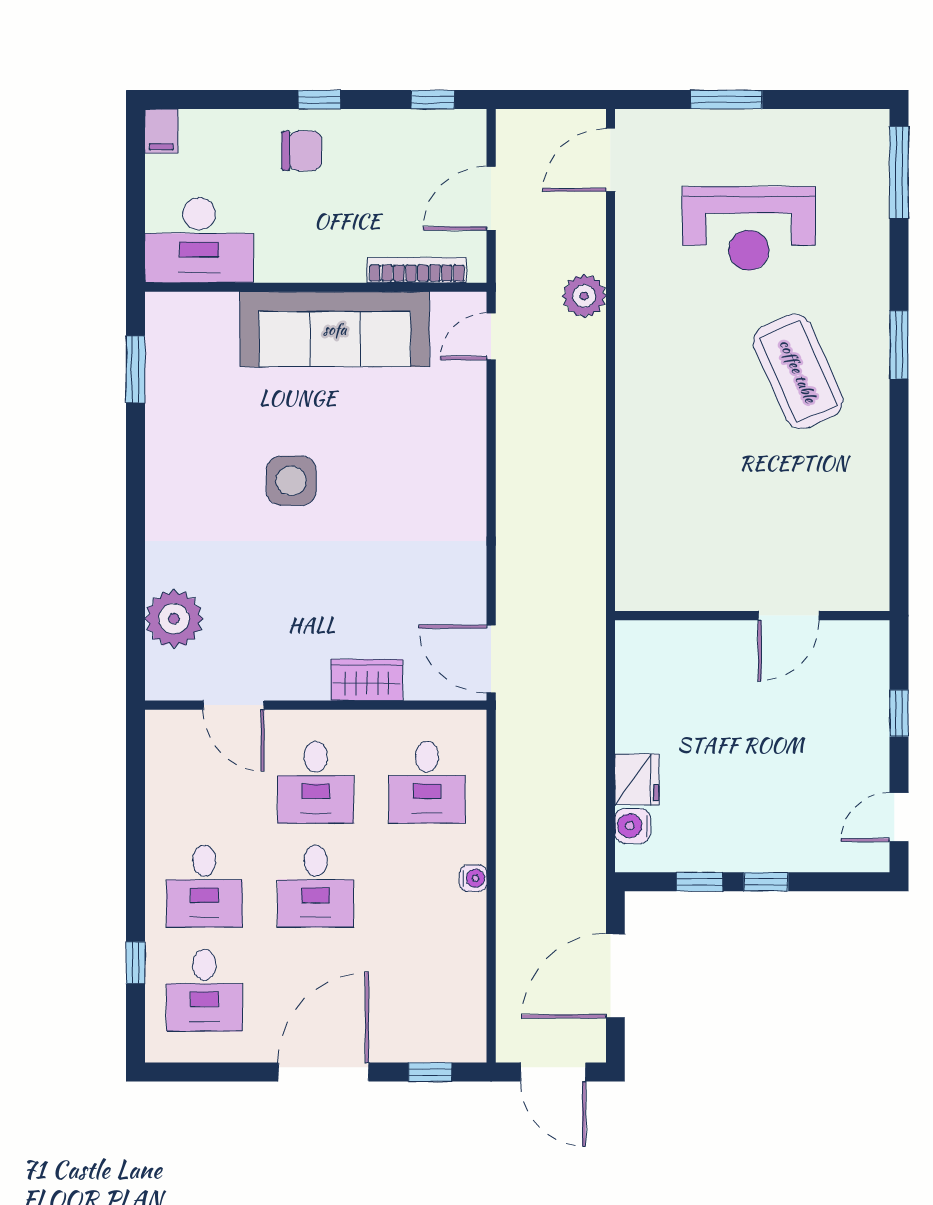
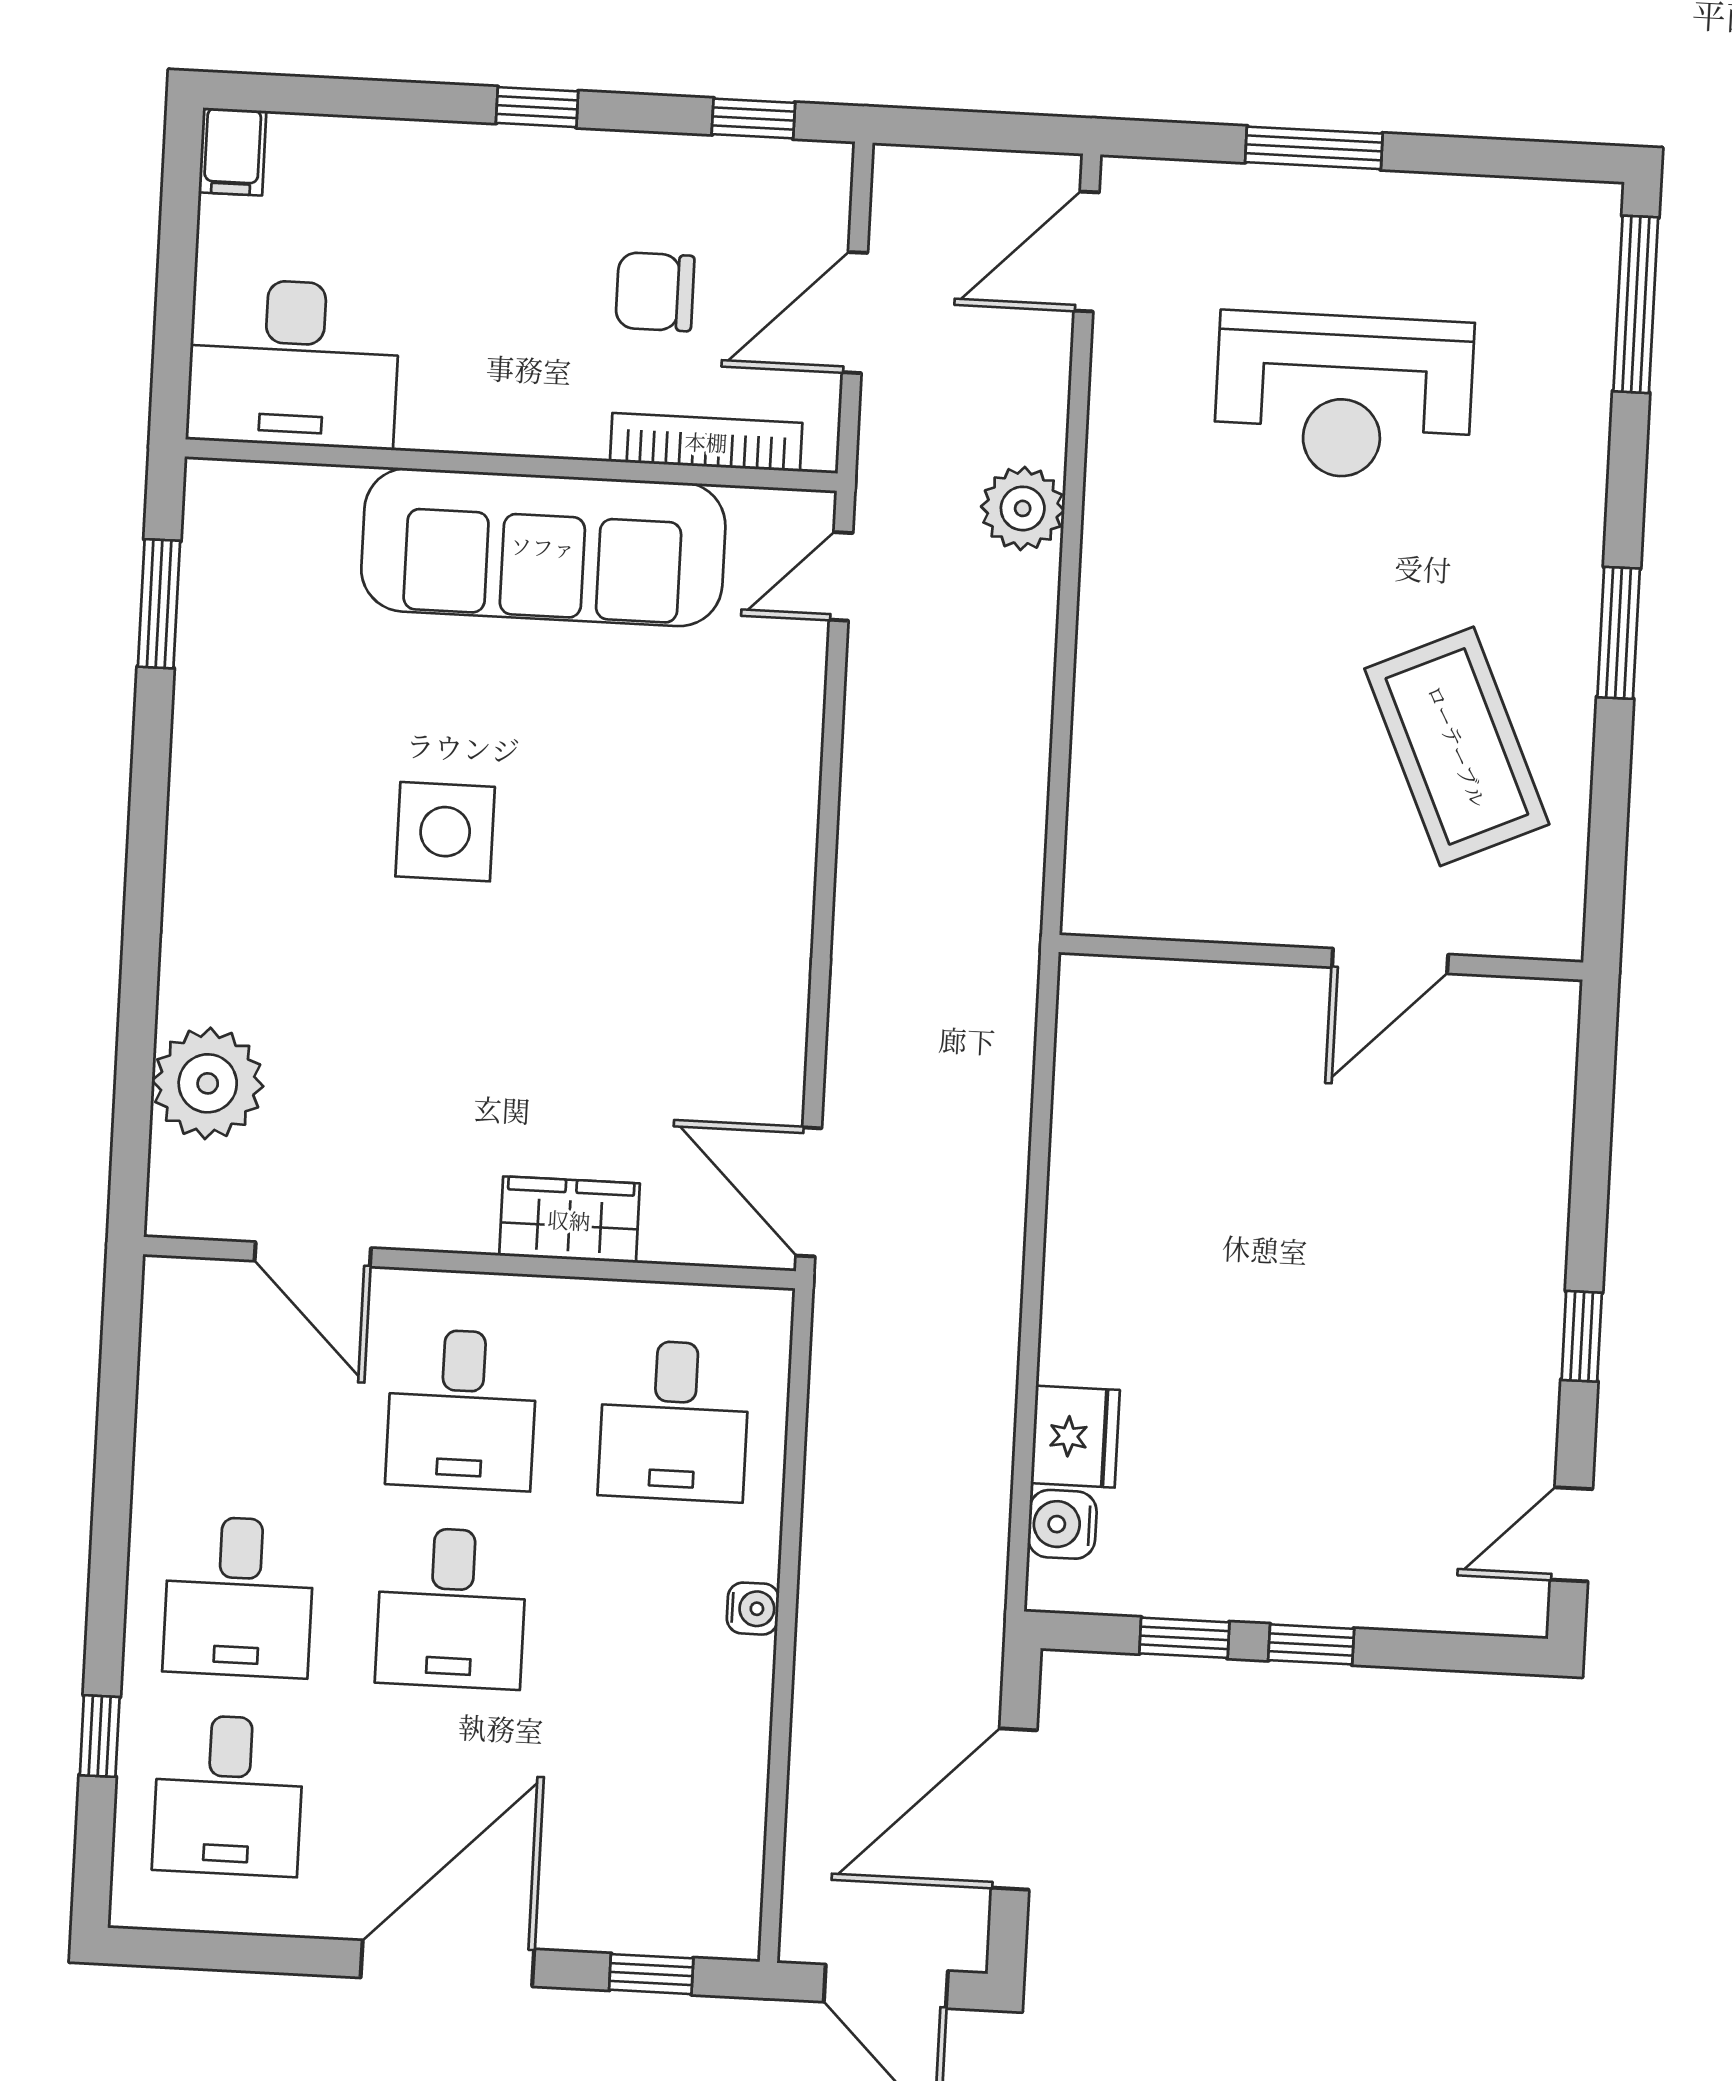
chair: (302, 151) -> (655, 292), moved, turned 180
coffee table: (798, 371) -> (1457, 746), moved
wall: (752, 616) -> (1321, 957), moved
door: (789, 616) -> (1390, 961), moved

